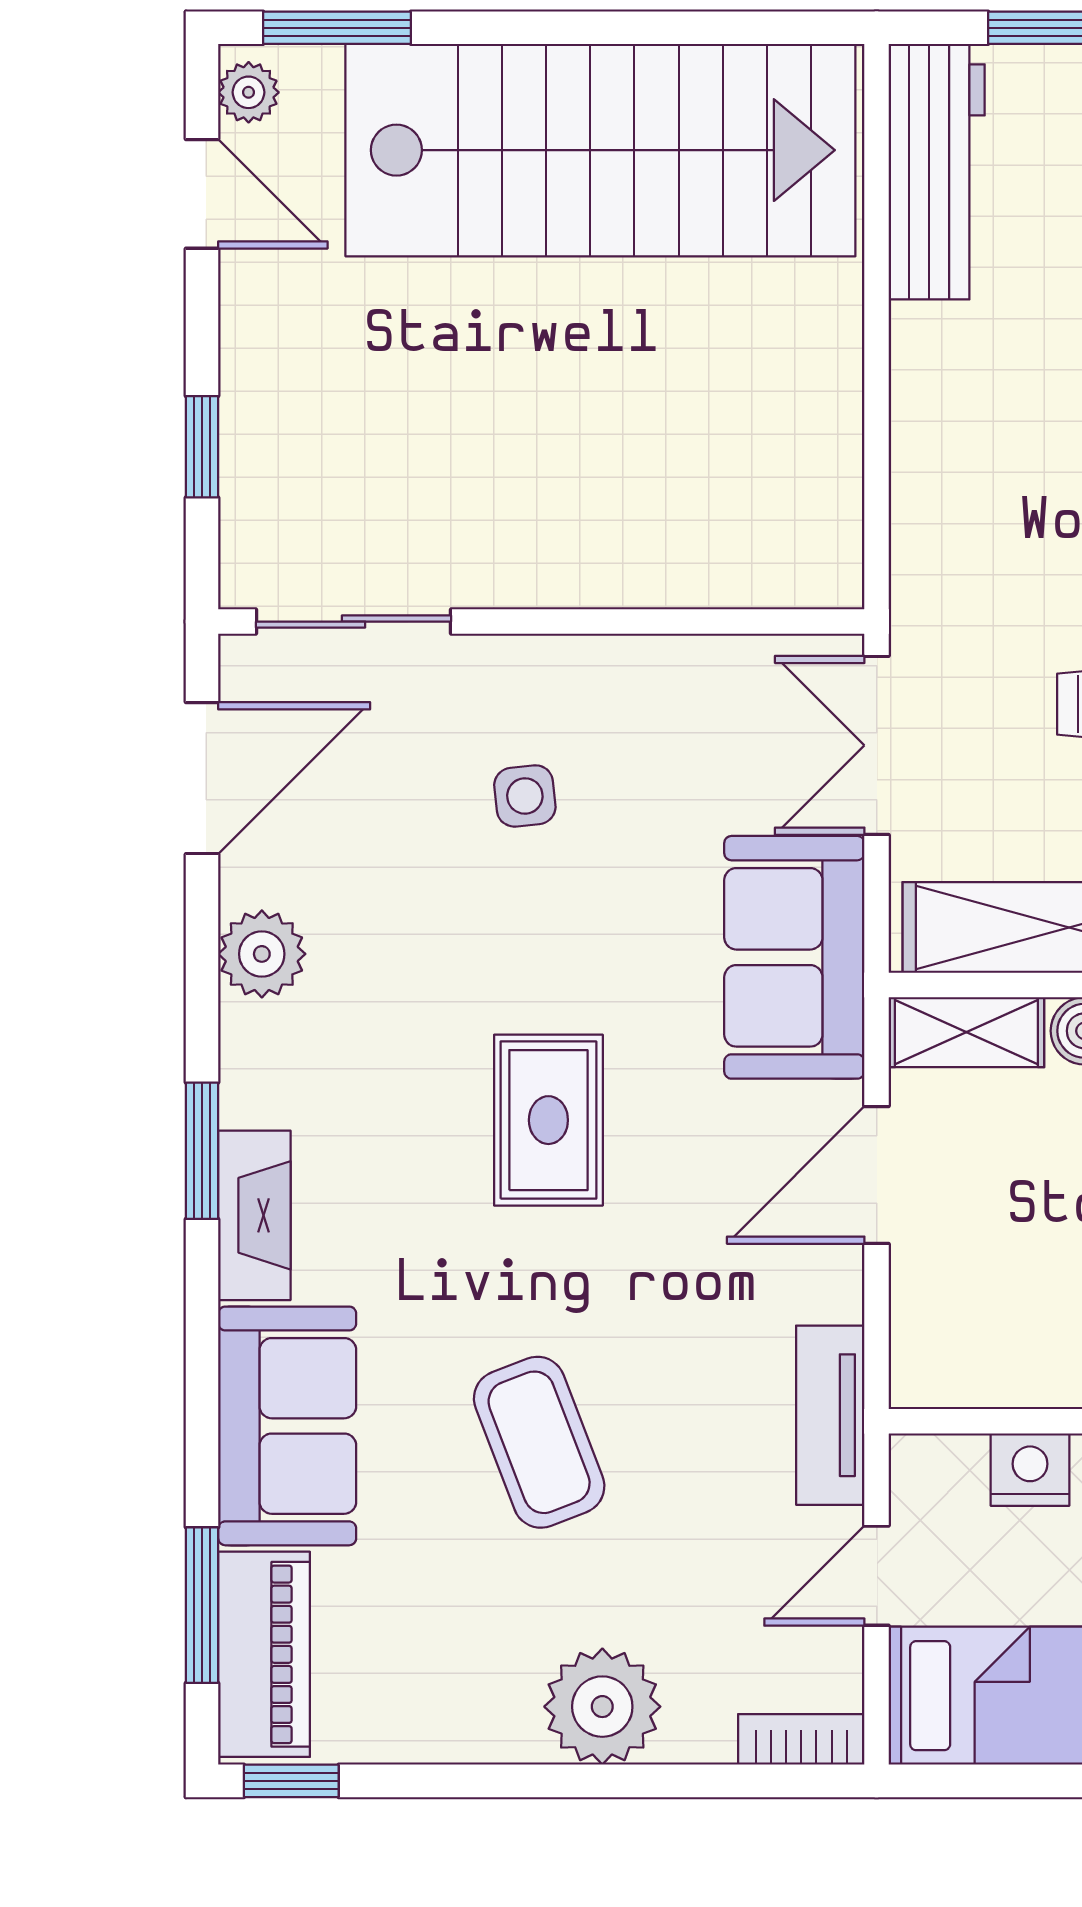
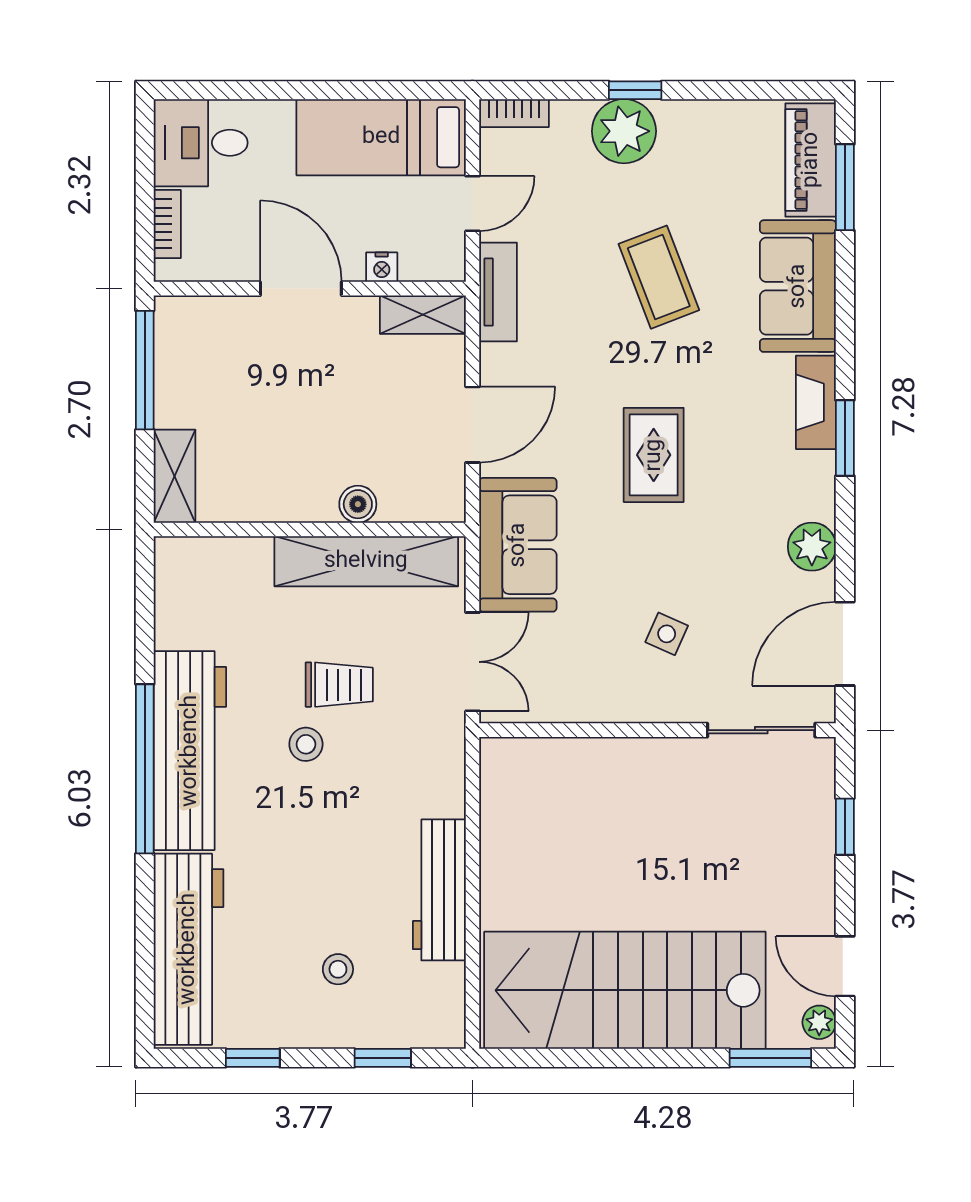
workbench: (937, 172) -> (439, 890), moved
side table: (525, 796) -> (667, 634), turned 30
shelving: (966, 1032) -> (423, 315), moved
nightstand: (1030, 1470) -> (382, 267), width x0.72, depth x0.74
window: (291, 1781) -> (635, 90), moved

